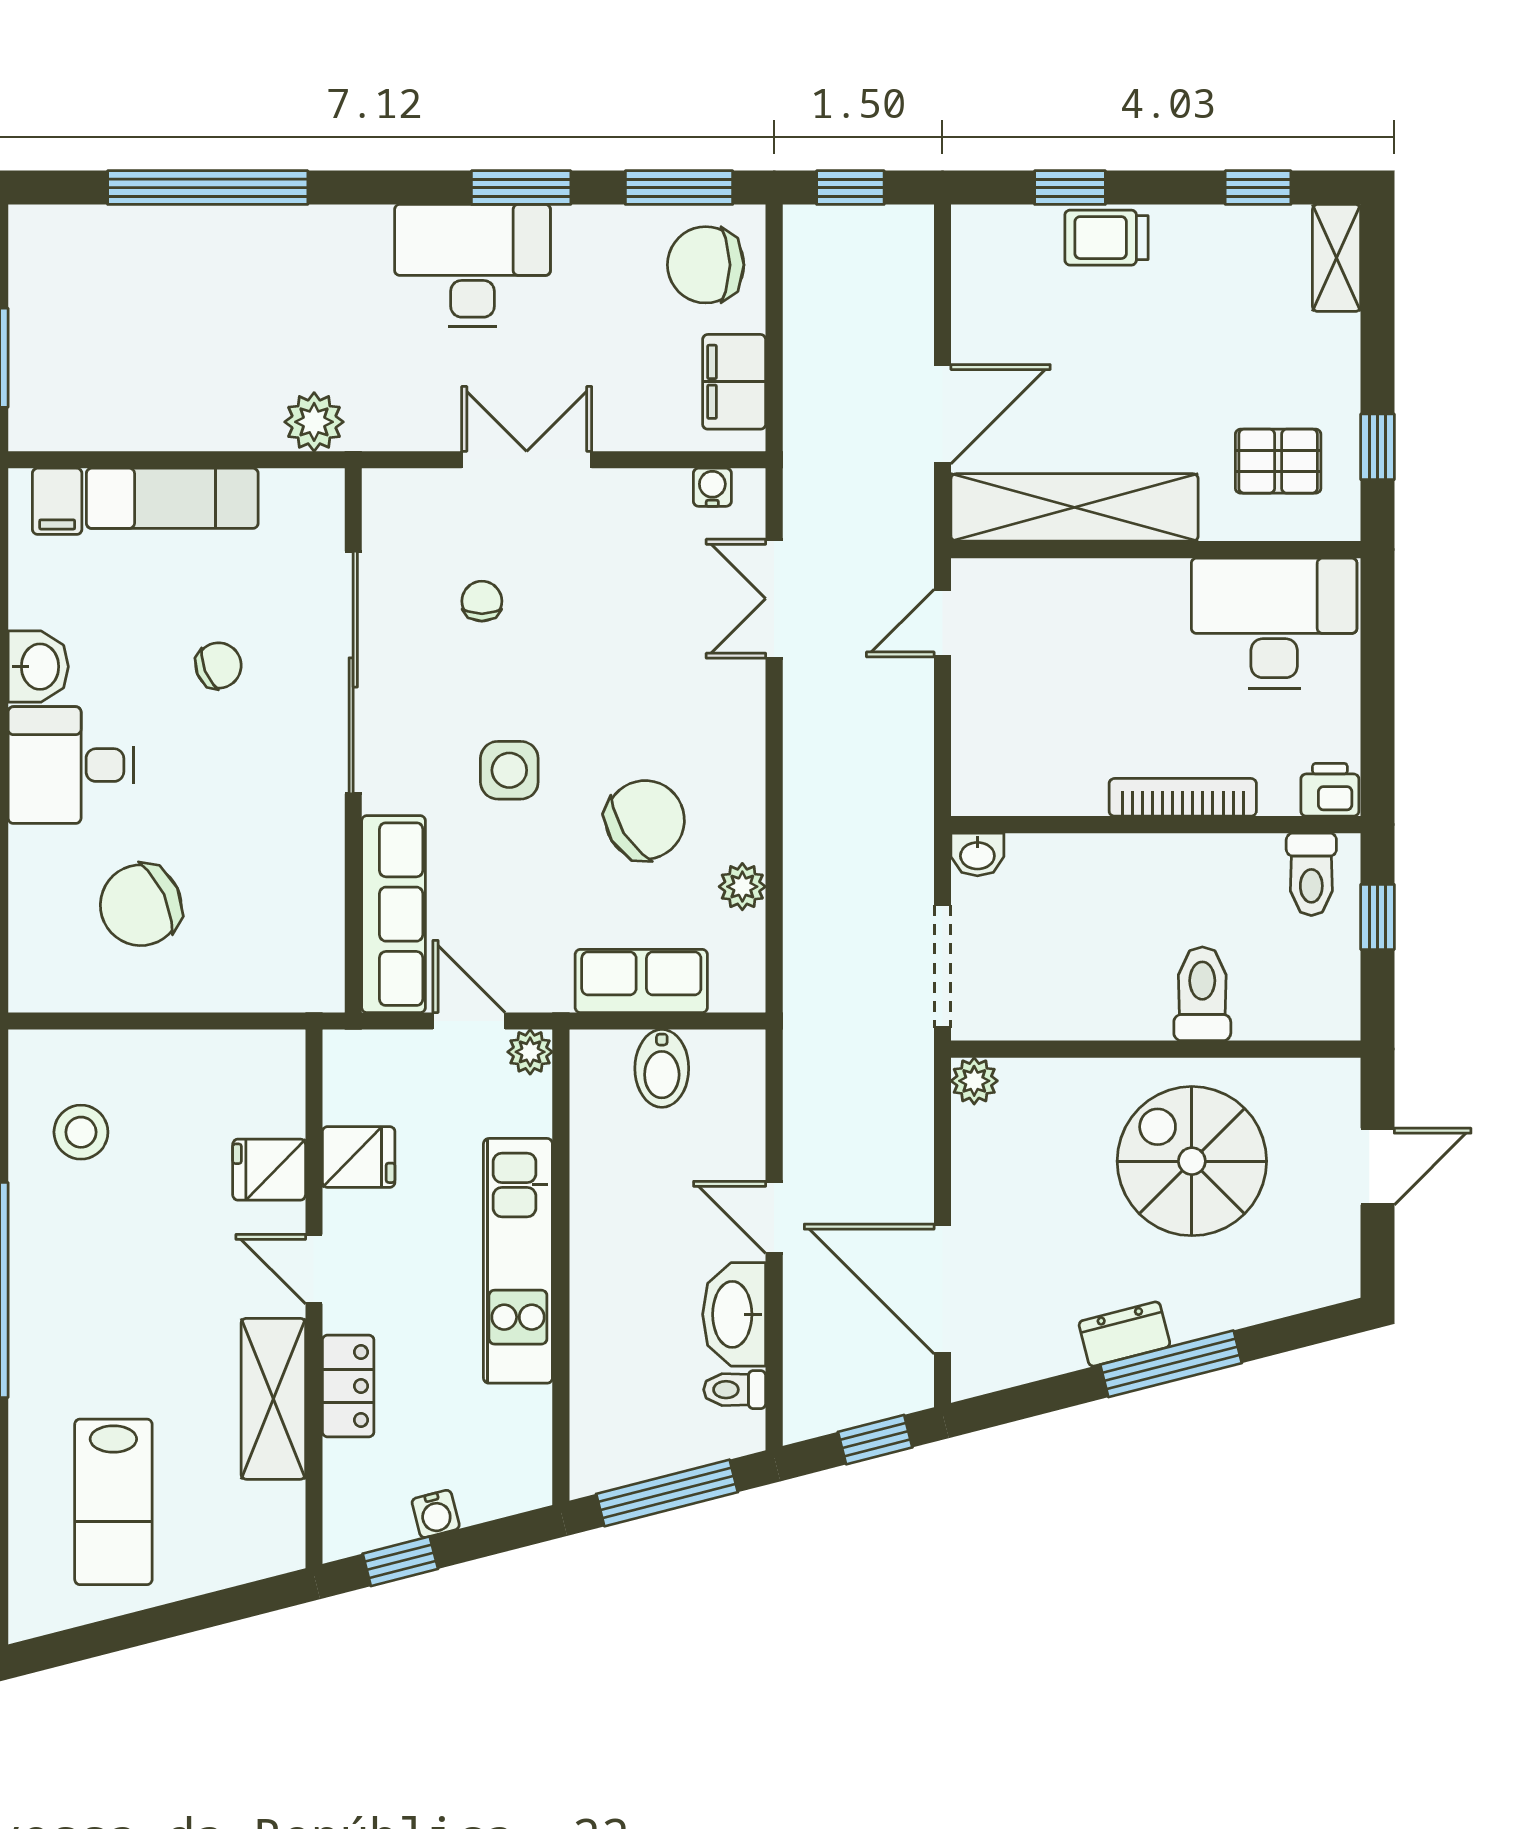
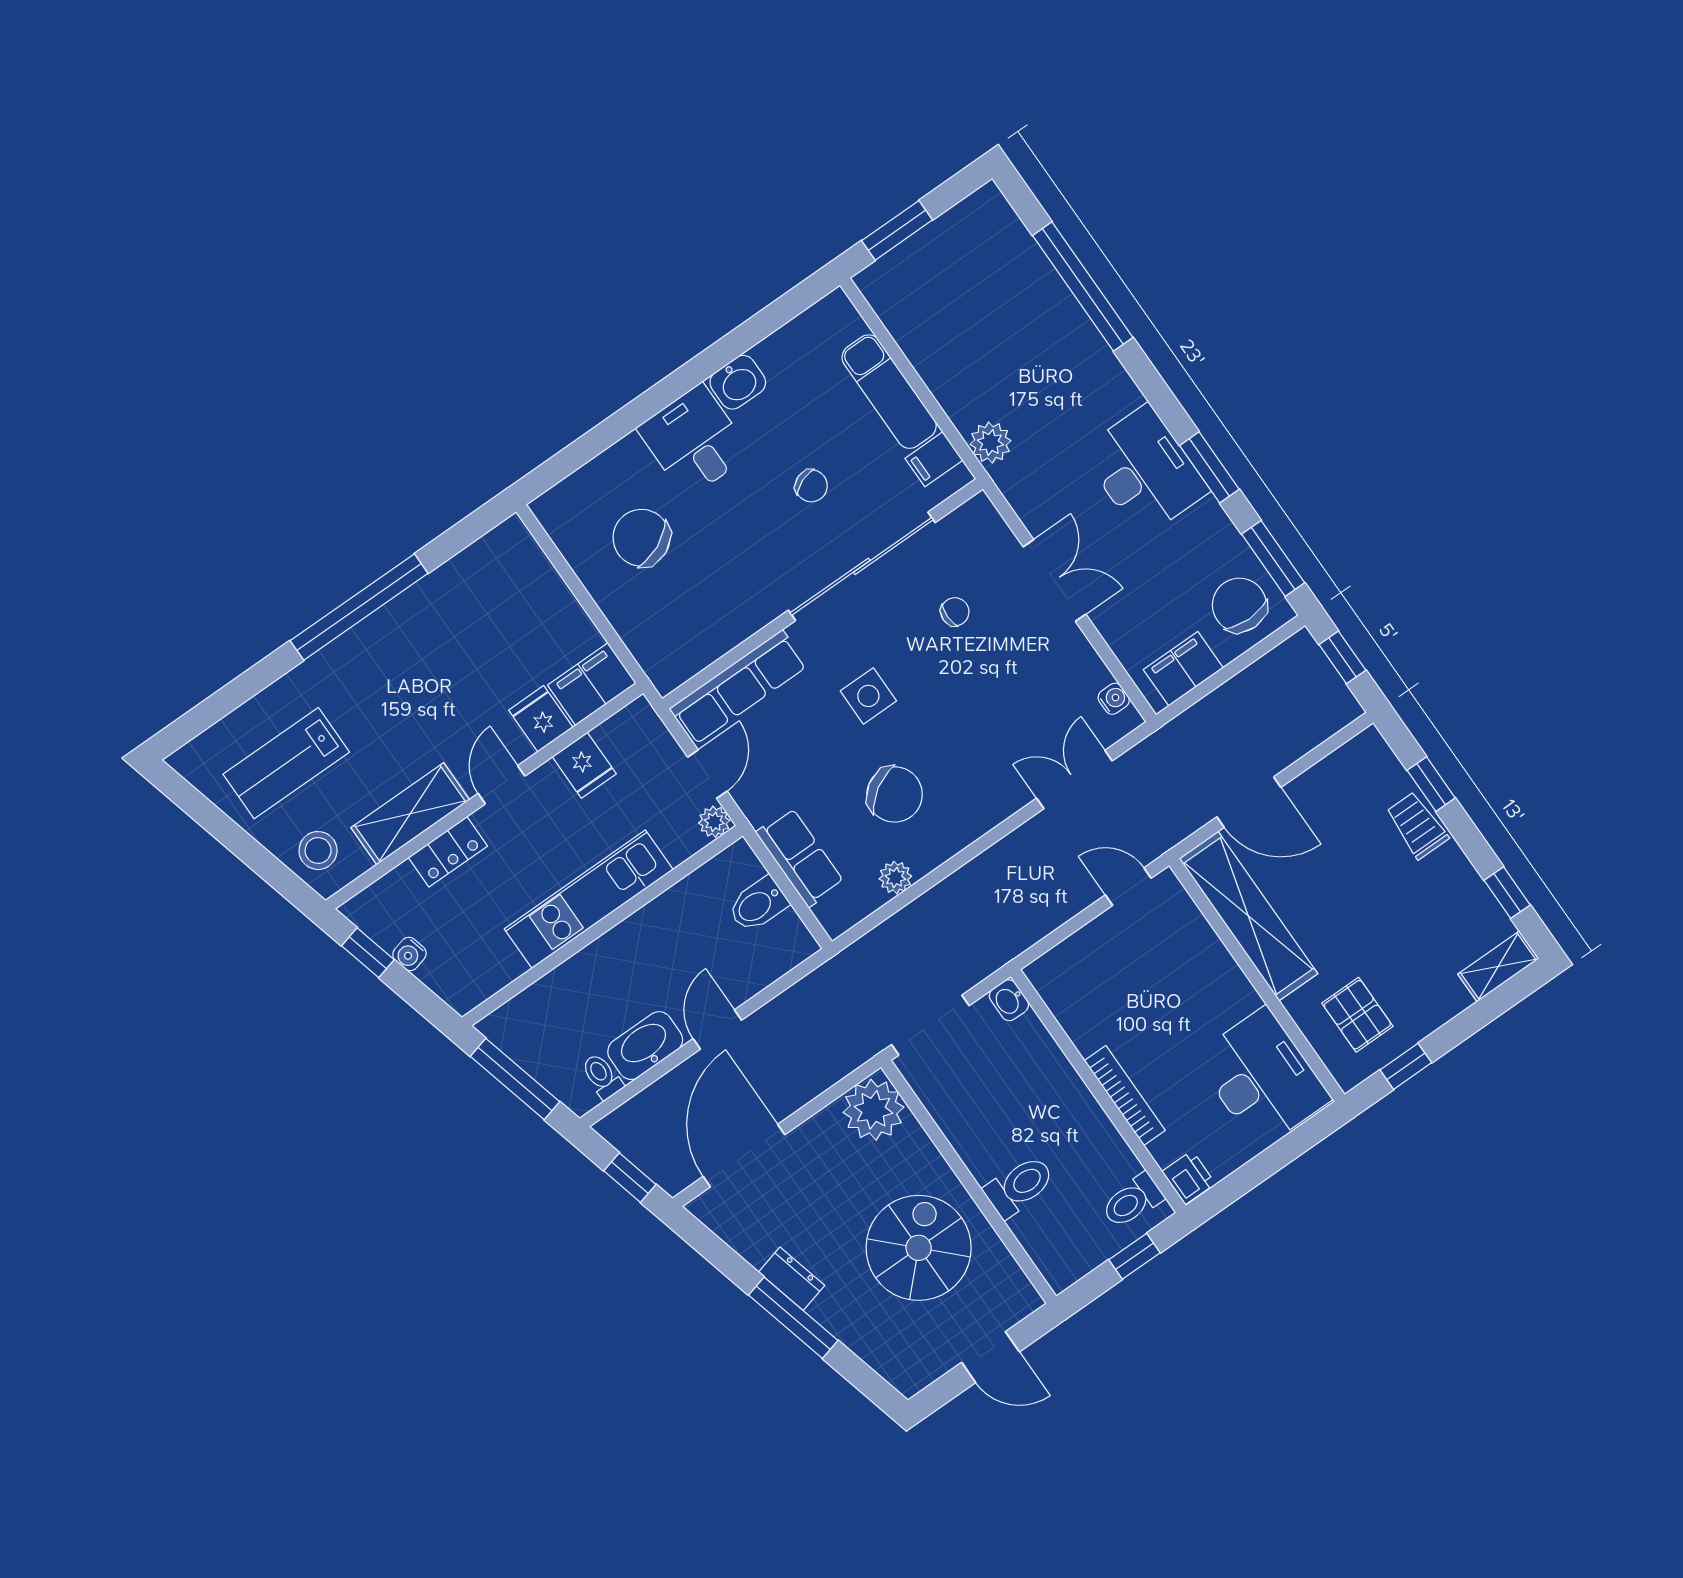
filing cabinet: (57, 501) -> (934, 459), moved
plant: (974, 1081) -> (873, 1110), width x1.88, depth x1.88
filing cabinet: (270, 1082) -> (592, 684), added
stool: (81, 1132) -> (318, 851), moved

